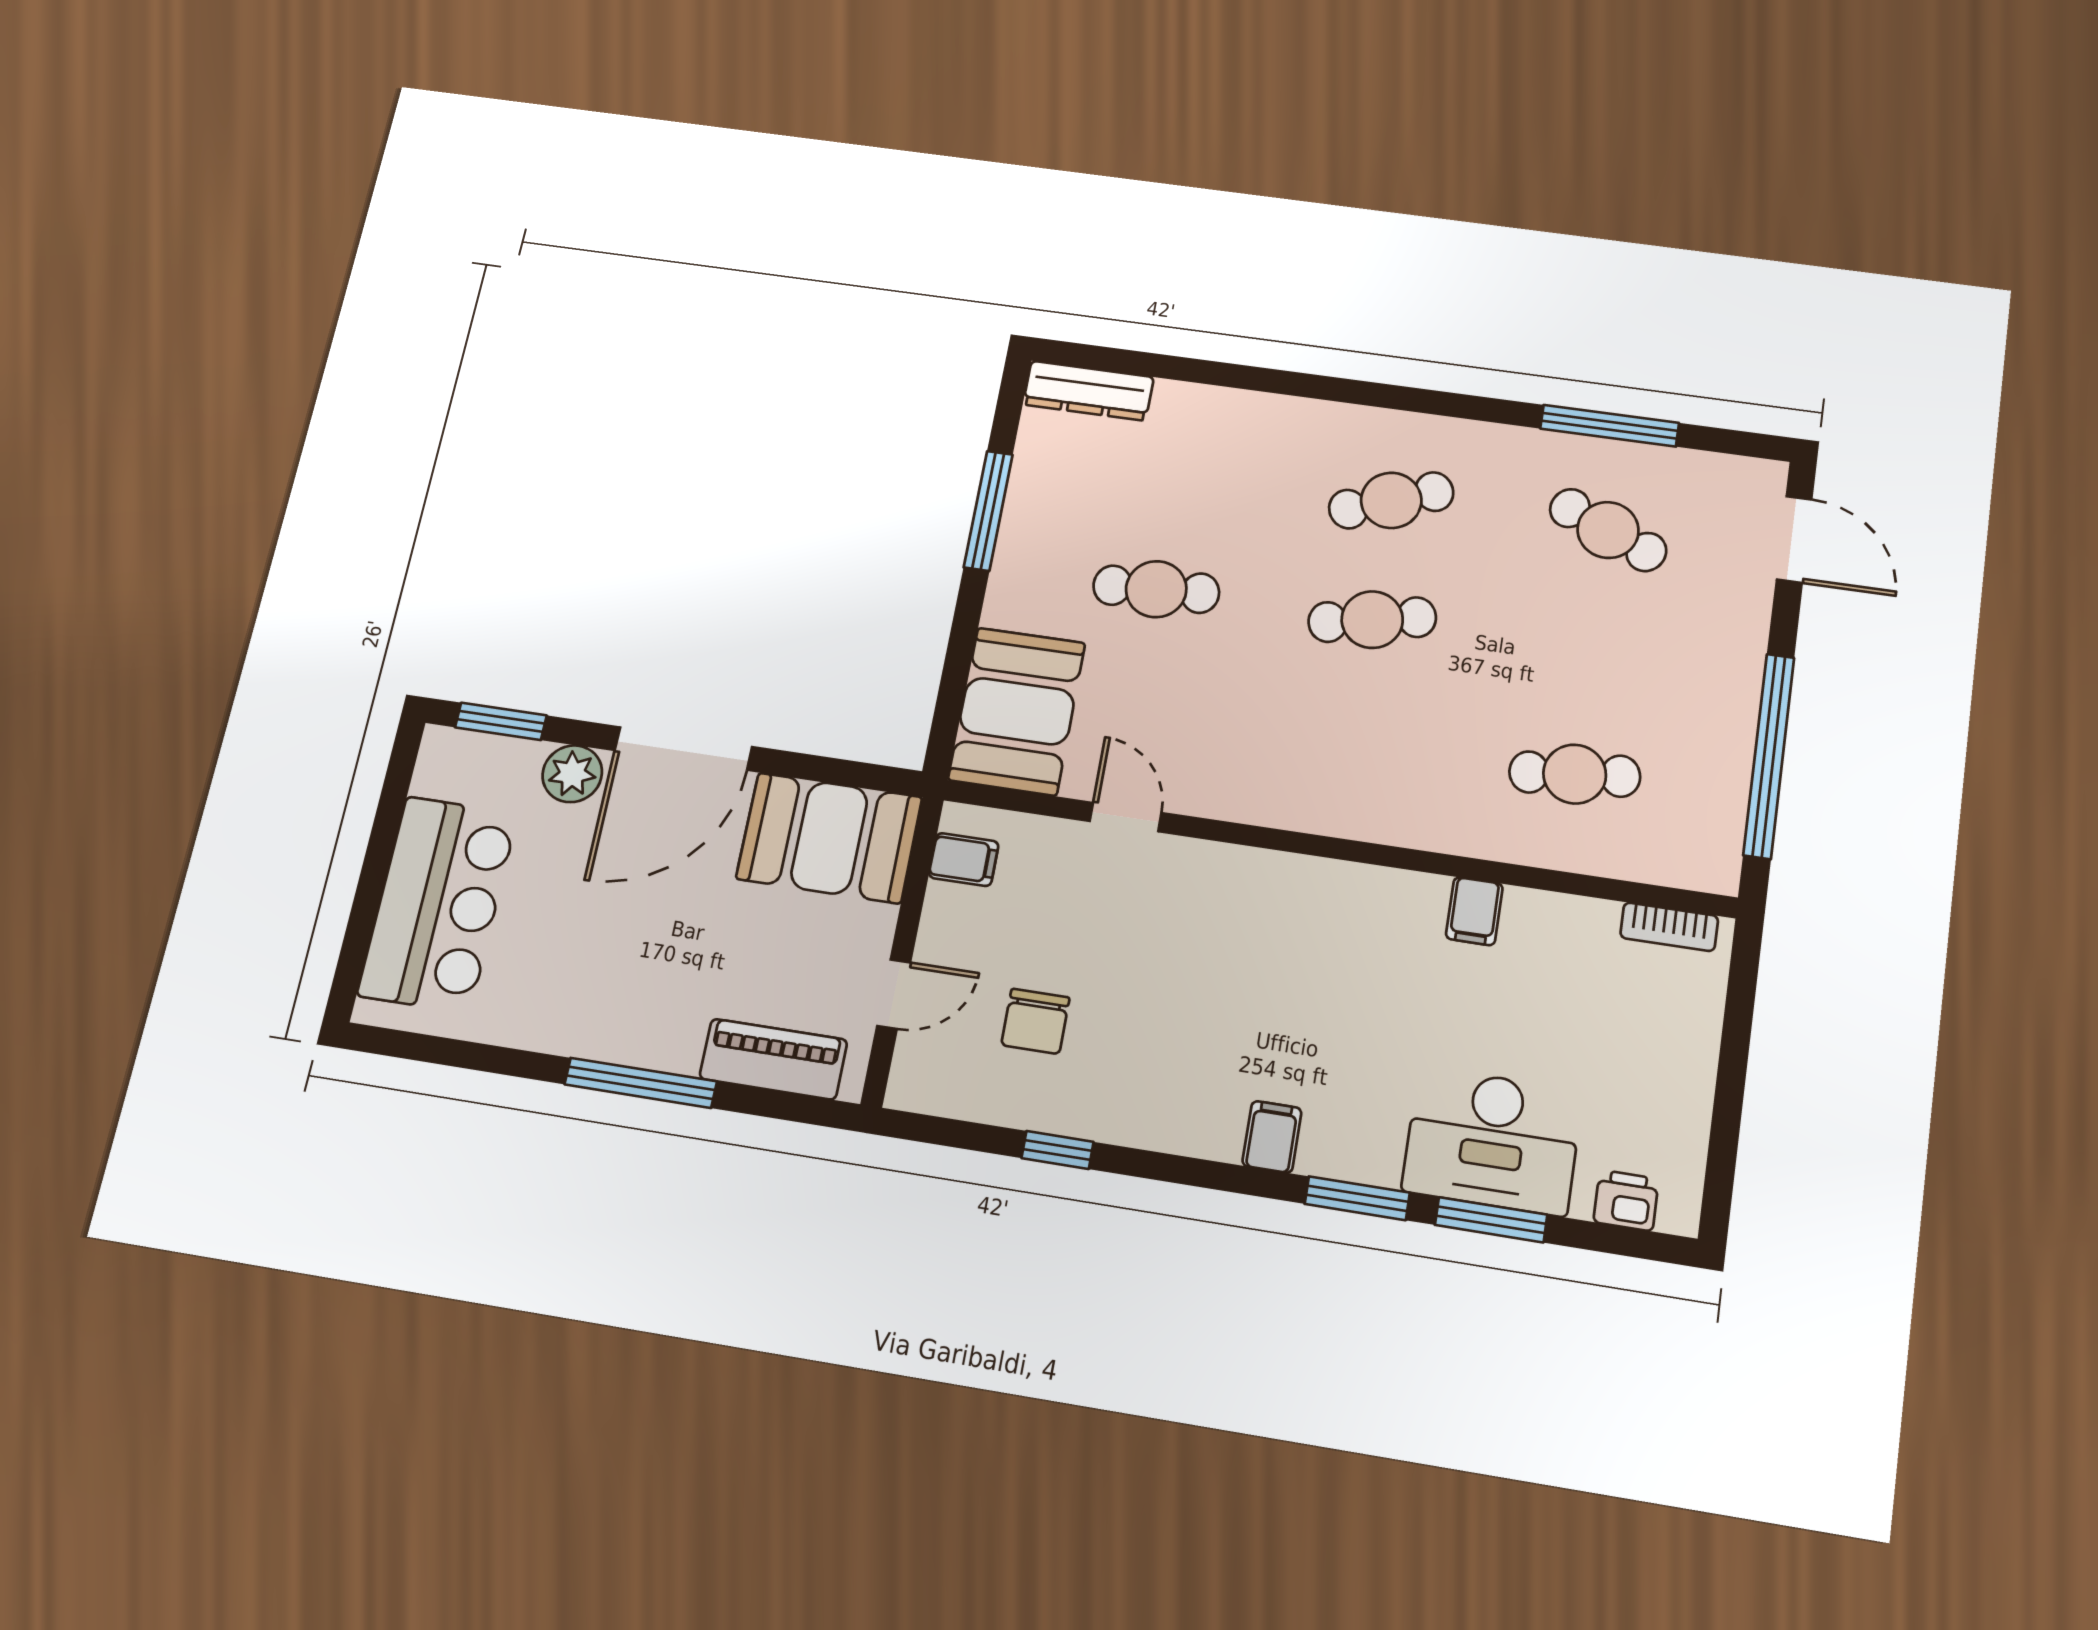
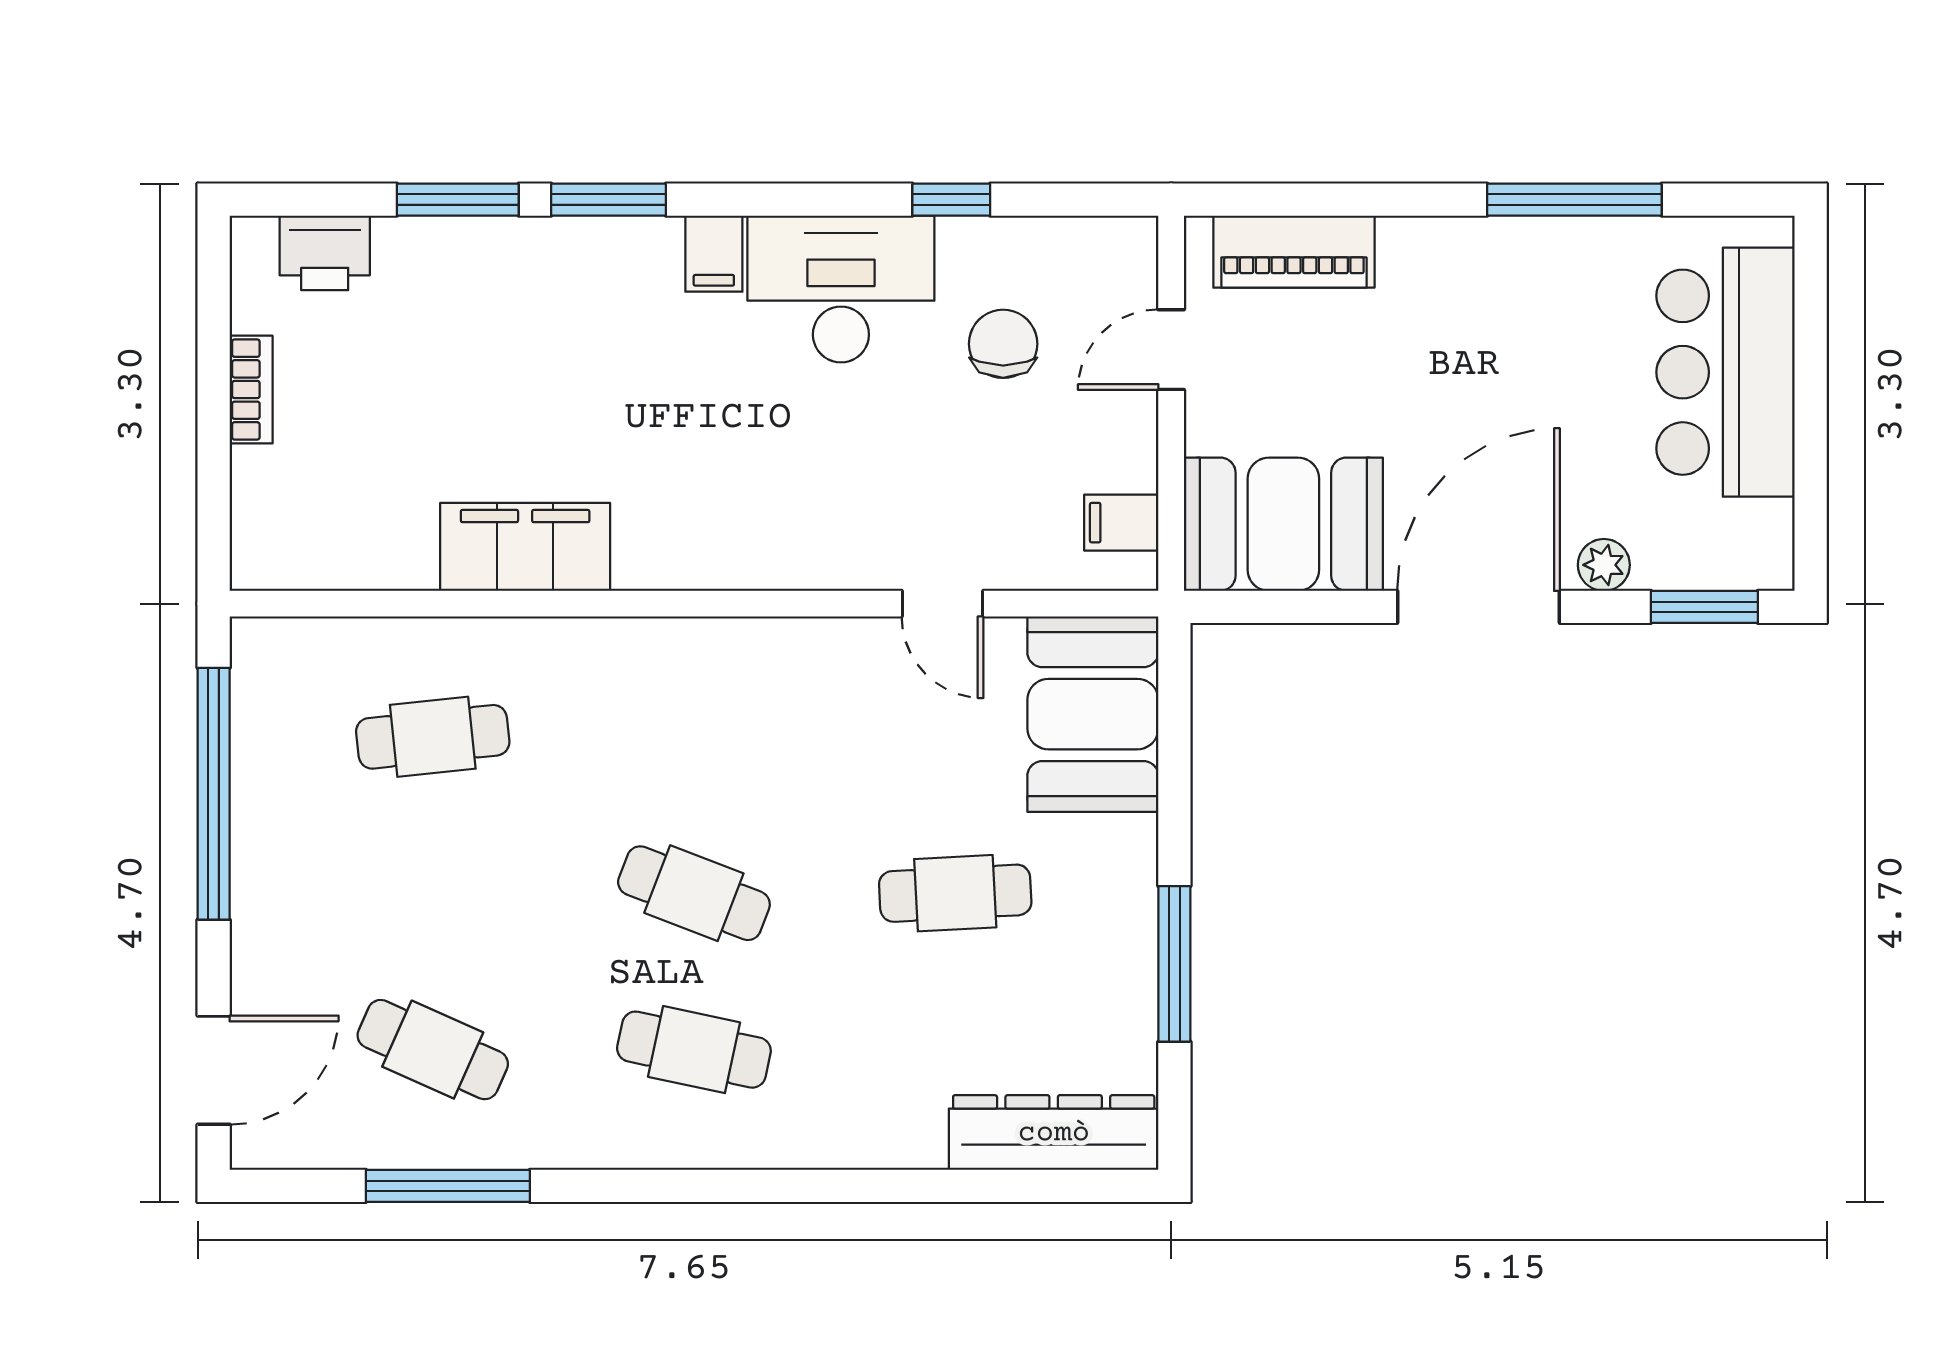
dresser: (1088, 391) -> (1054, 1133), width x1.37, depth x1.24
cafe table: (1391, 500) -> (694, 1050), turned 33
door: (1794, 539) -> (214, 1070), swing flipped
cafe table: (1372, 620) -> (694, 893), turned 33
plant: (572, 774) -> (1604, 565), width x0.73, depth x0.73
filing cabinet: (1474, 911) -> (525, 547), width x3.00, depth x1.17
bookcase: (1669, 927) -> (251, 390), moved, turned 90
window: (641, 1083) -> (1574, 200), moved
desk: (1492, 1141) -> (841, 289), moved
printer: (1626, 1200) -> (325, 253), width x1.36, depth x1.24

